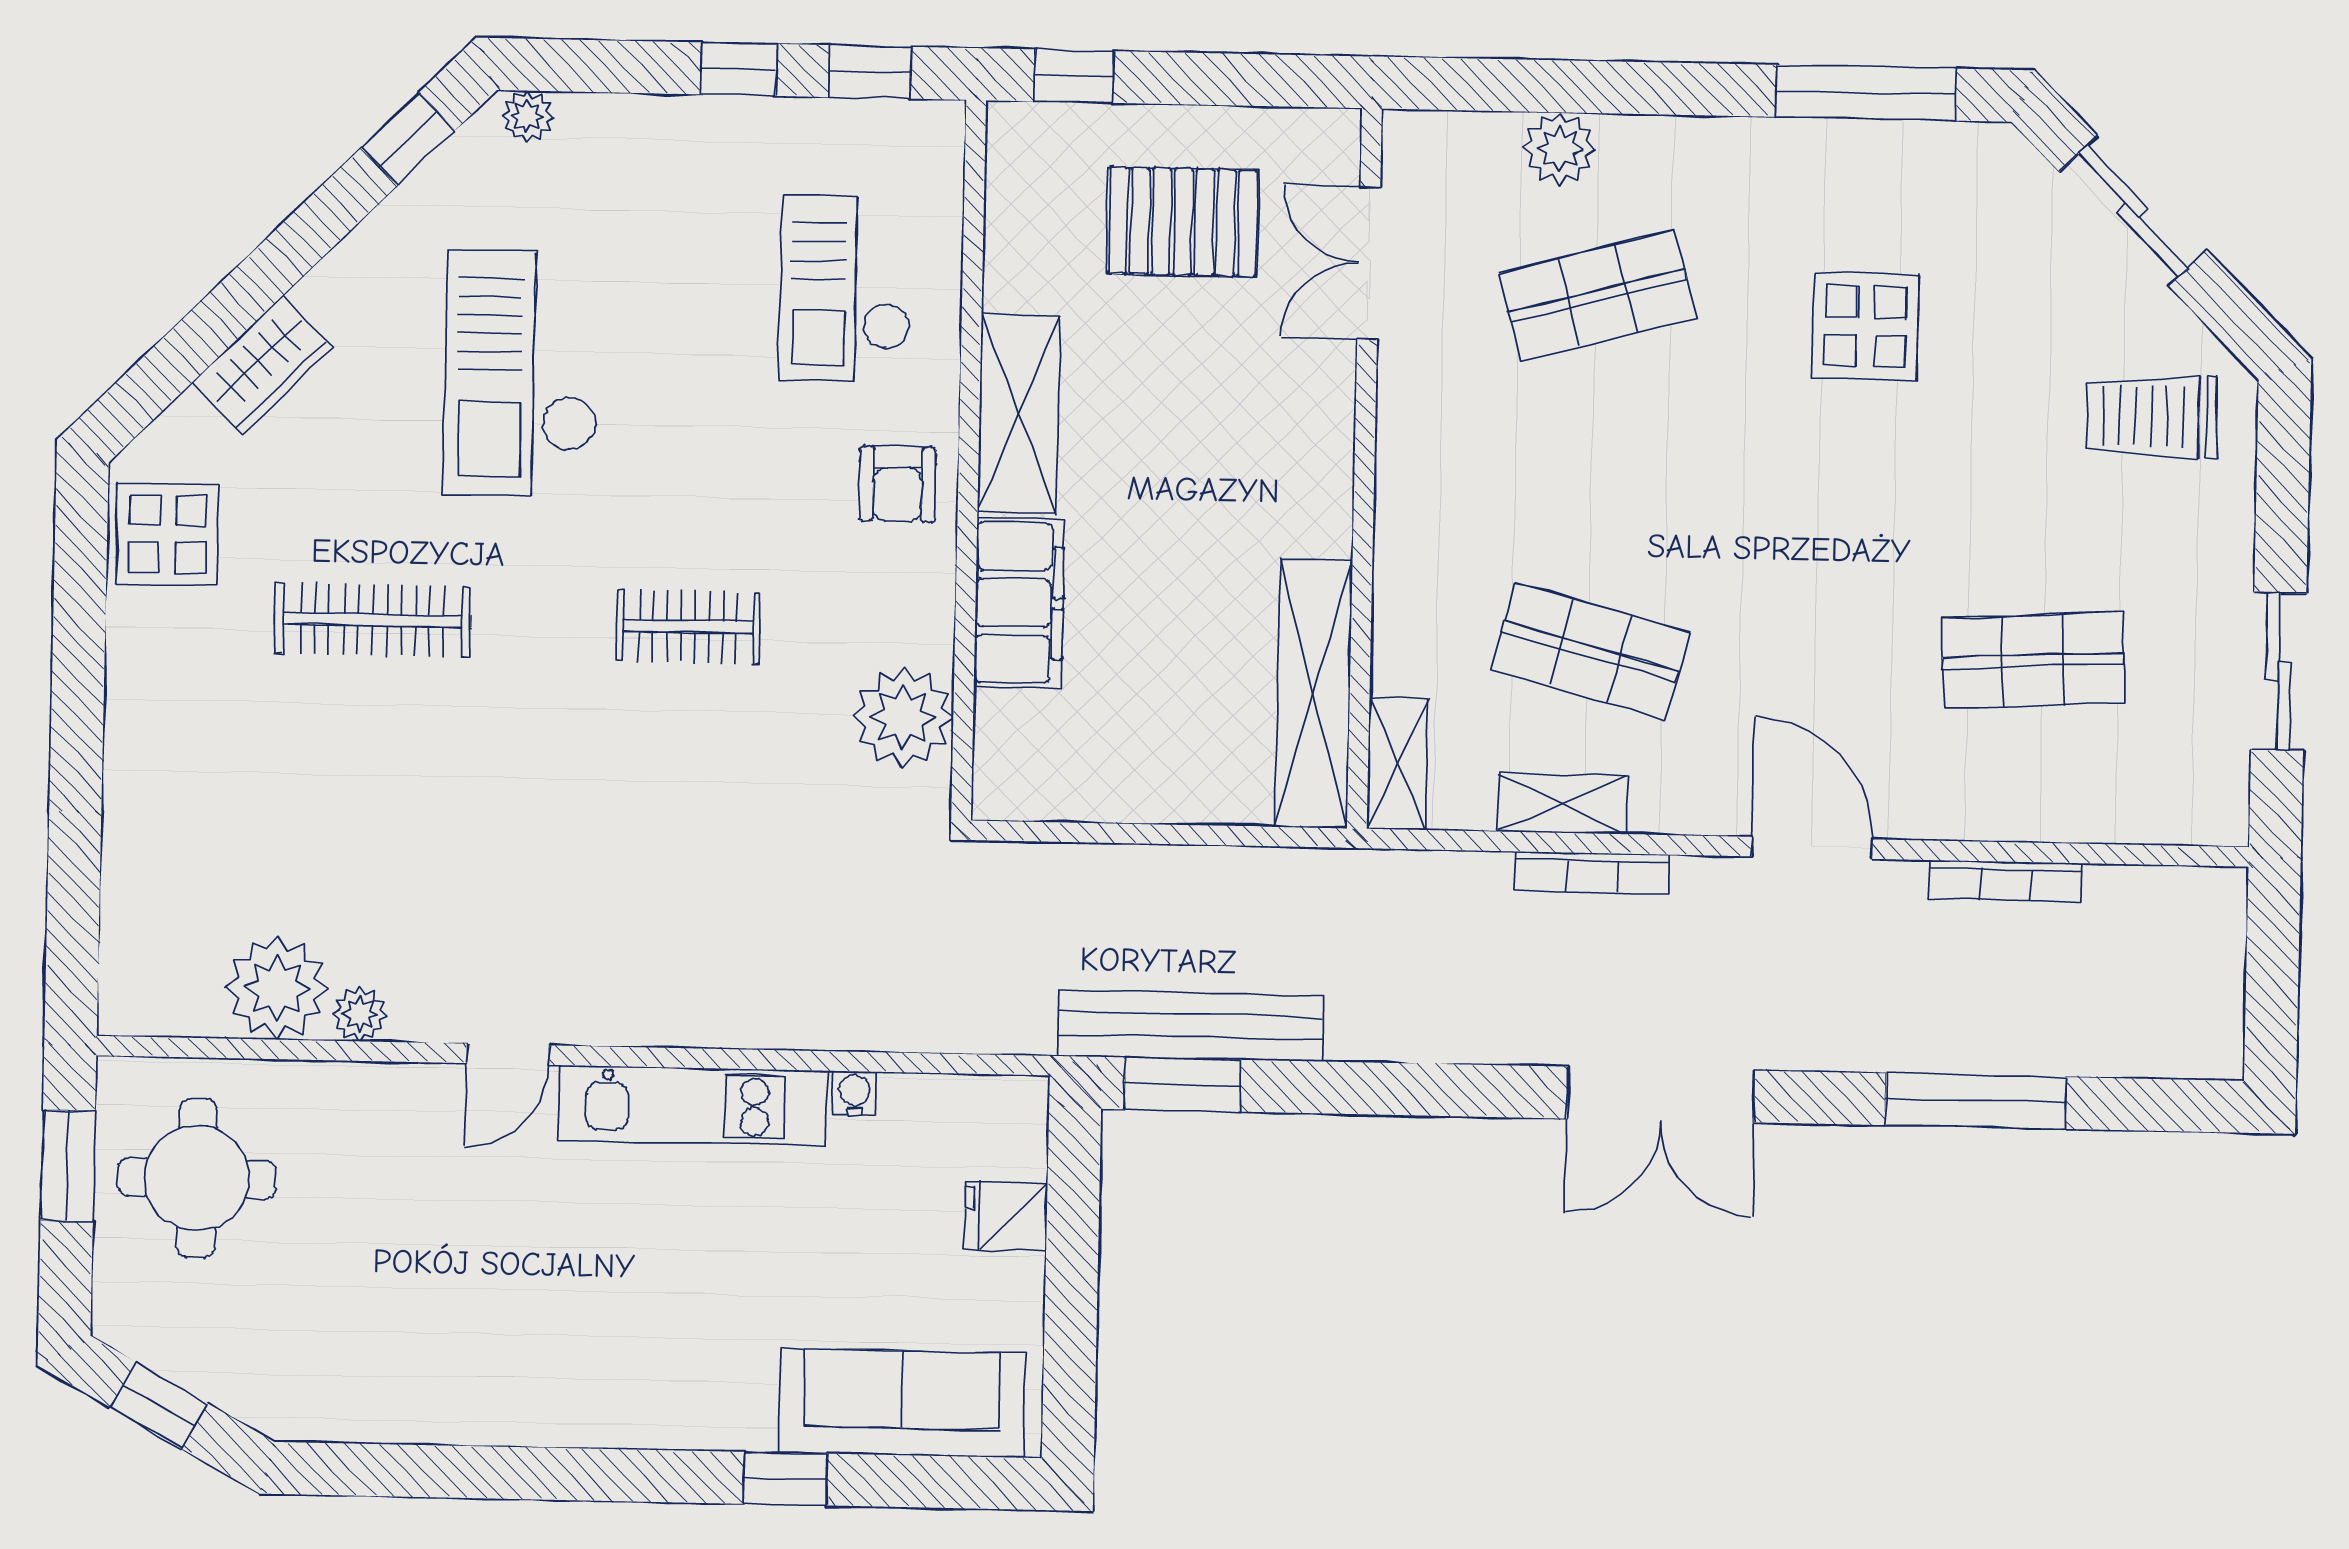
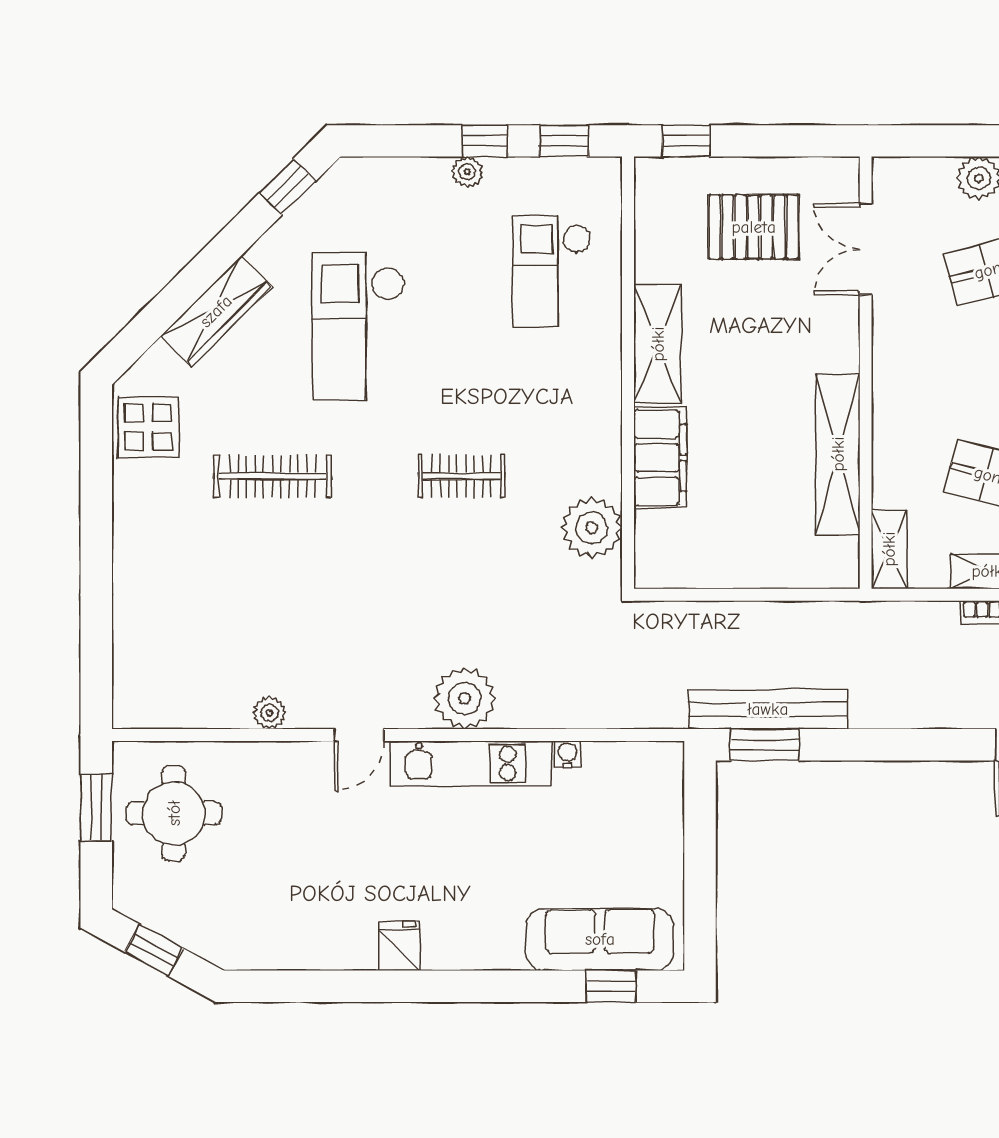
plant: (527, 116) -> (467, 172), moved
wardrobe: (262, 365) -> (216, 311), width x1.50
armchair: (897, 484) -> (586, 388), removed
shelving: (1313, 694) -> (838, 454), moved
plant: (277, 988) -> (465, 698), moved
fridge: (1006, 1216) -> (399, 946), moved, turned 90
window: (785, 1479) -> (611, 986), moved

